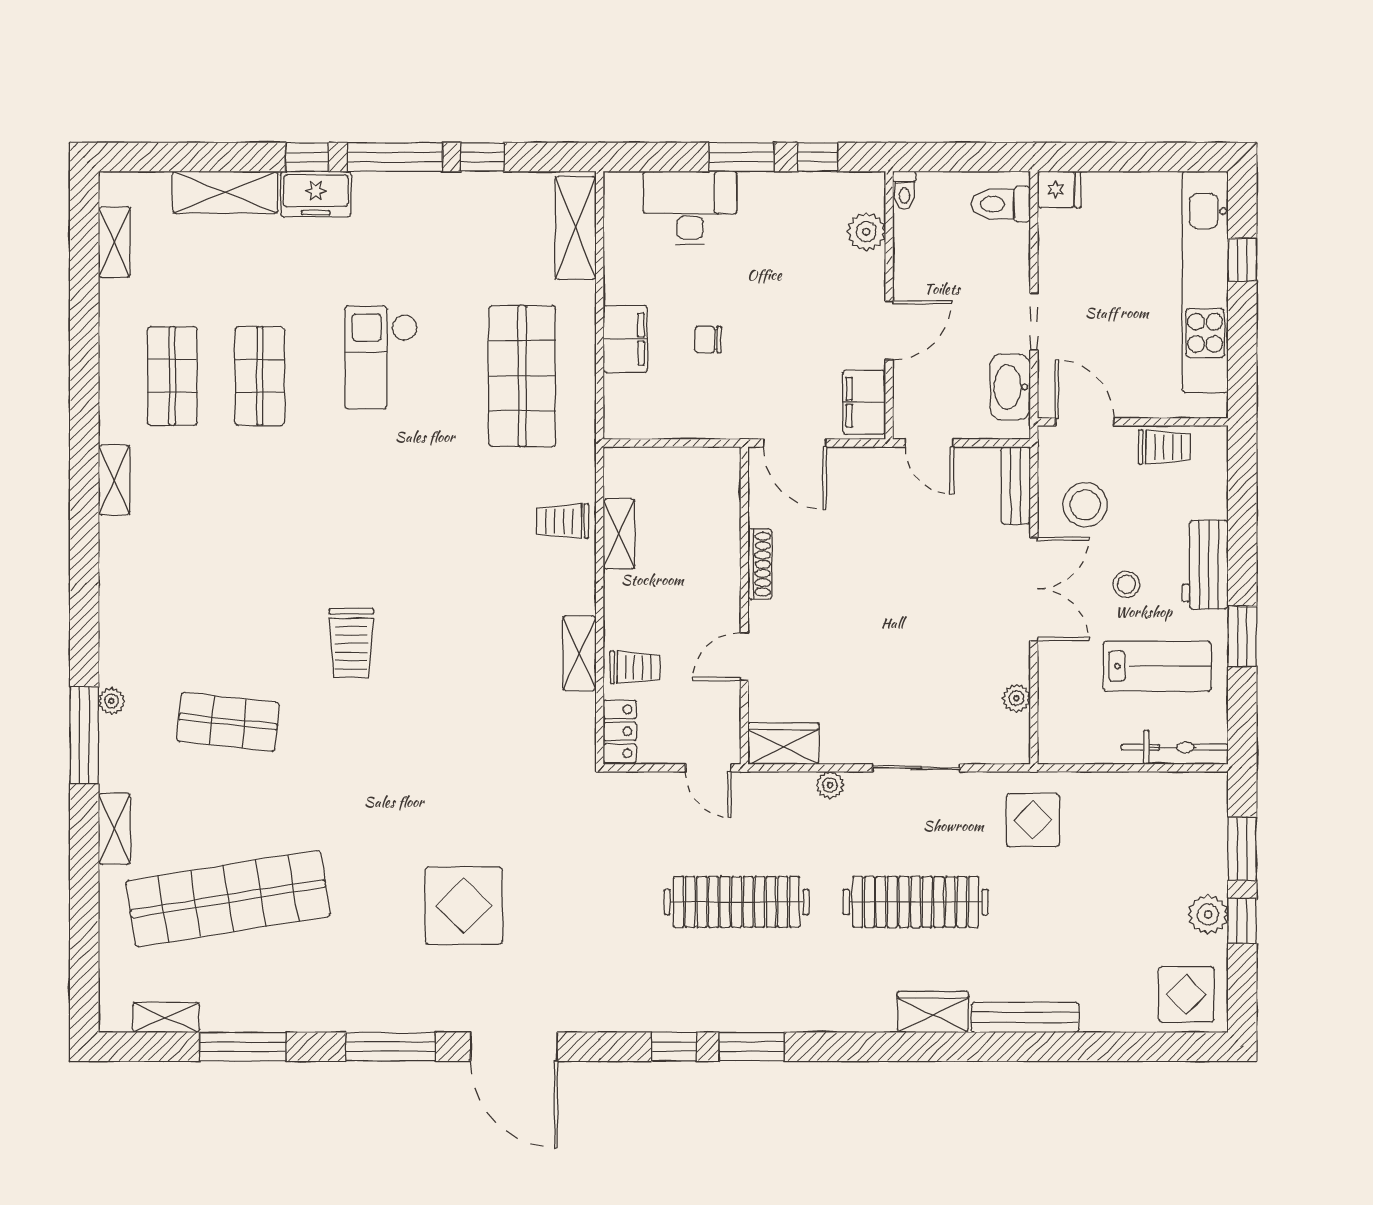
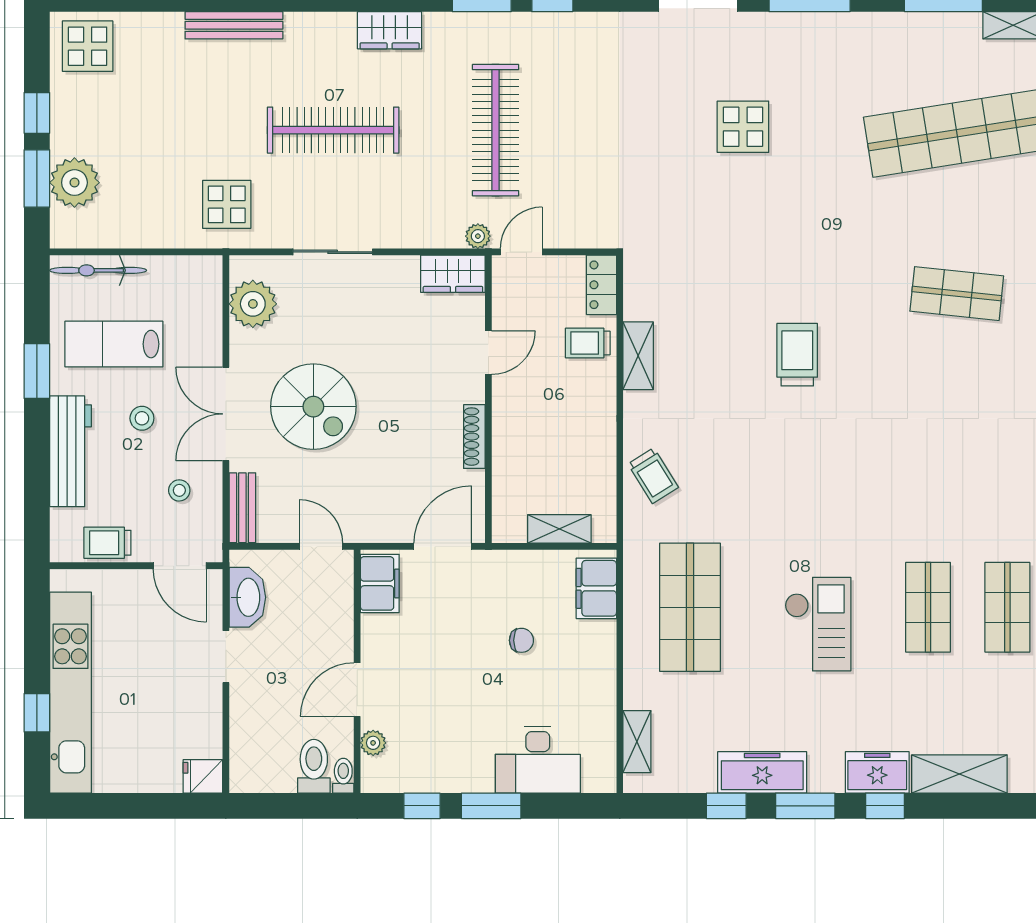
window: (395, 157) -> (805, 806), width x0.69
freezer: (443, 194) -> (762, 772), added
toilet: (1001, 204) -> (314, 766), moved, turned -90
shelving: (576, 228) -> (637, 742), width x0.67, depth x0.75
plant: (866, 232) -> (373, 743), width x0.73, depth x0.73
door: (889, 330) -> (357, 690), moved
filing cabinet: (625, 339) -> (596, 588), moved
door: (795, 443) -> (443, 546), hinge flipped
stool: (1085, 505) -> (179, 490), width x0.53, depth x0.53
trolley: (563, 521) -> (653, 476), turned 58
shelving: (619, 534) -> (559, 529), moved, turned 90
workbench: (1205, 565) -> (71, 451), width x1.38
spiral stairs: (937, 597) -> (313, 407), added
trolley: (351, 643) -> (797, 355), moved
plant: (1016, 698) -> (253, 304), width x1.87, depth x1.87
door: (708, 768) -> (521, 252), hinge flipped
plant: (830, 785) -> (478, 236), moved
clothes rail: (737, 902) -> (496, 130), turned 90
display table: (464, 906) -> (743, 127), width x0.73, depth x0.73
plant: (1208, 914) -> (74, 183), moved, width x1.36, depth x1.36
wardrobe: (933, 1012) -> (390, 30), moved

